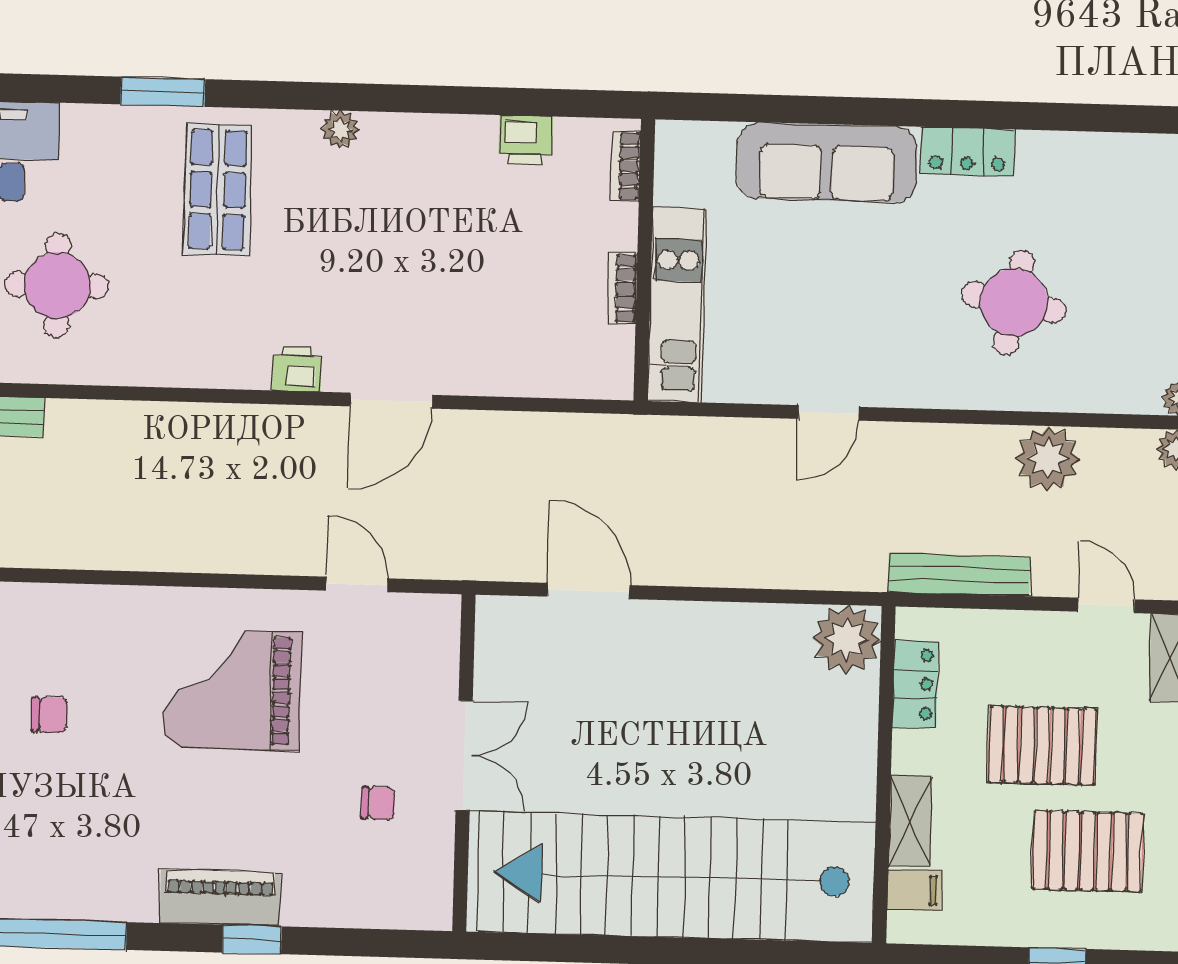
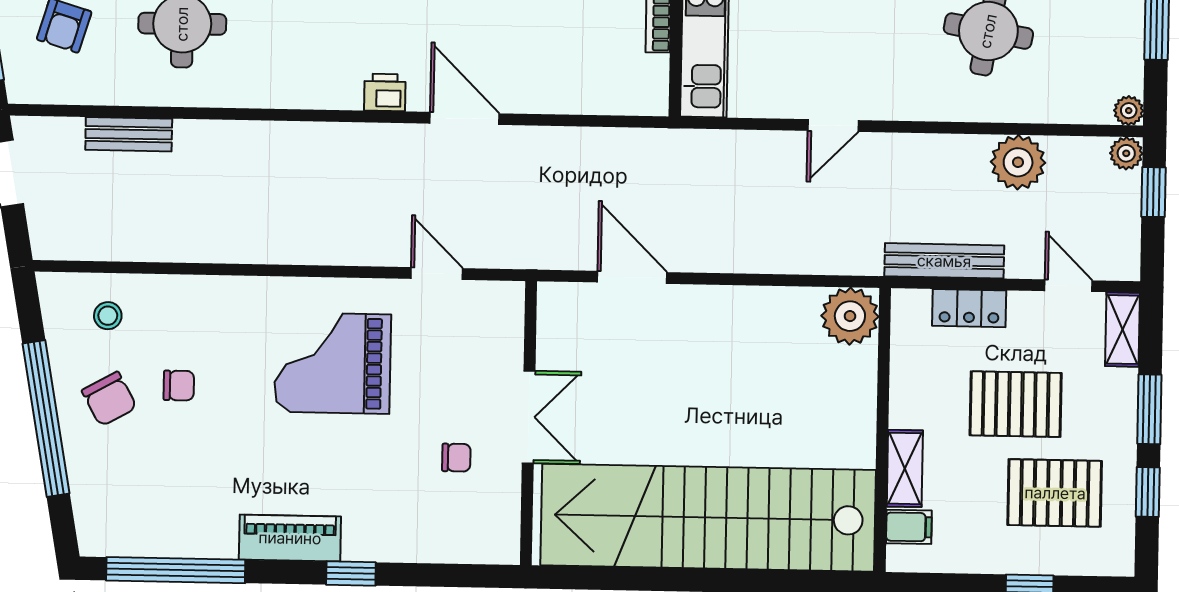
door: (391, 401) -> (465, 118), swing flipped
locker: (915, 684) -> (969, 308), moved, turned 90
piano: (220, 898) -> (290, 538), moved

